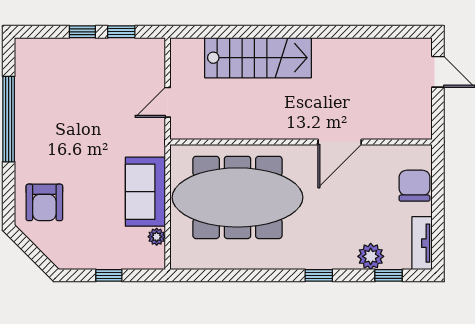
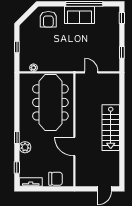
window: (82, 32) -> (122, 18), moved
stairs: (258, 58) -> (111, 128), moved
sofa: (145, 192) -> (80, 15), moved, turned 180
armchair: (44, 202) -> (48, 19), turned -90
plant: (371, 256) -> (25, 147), moved

